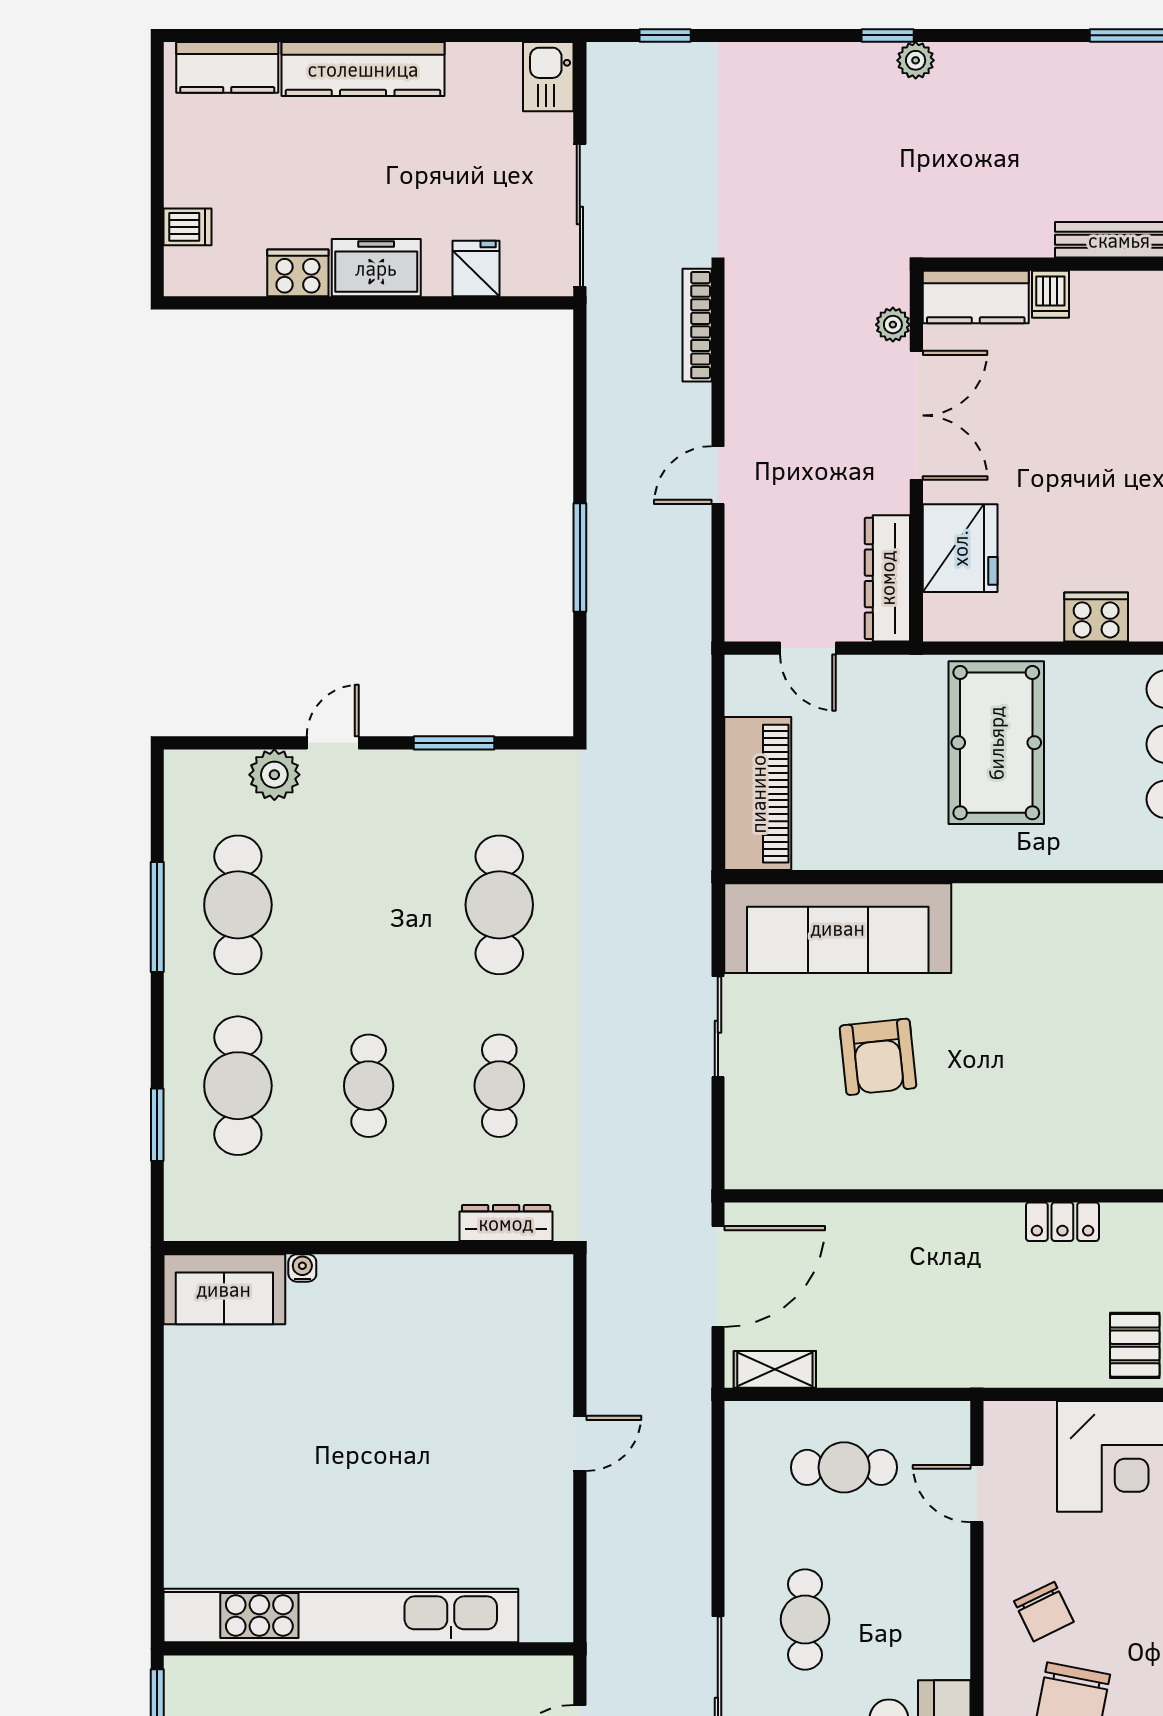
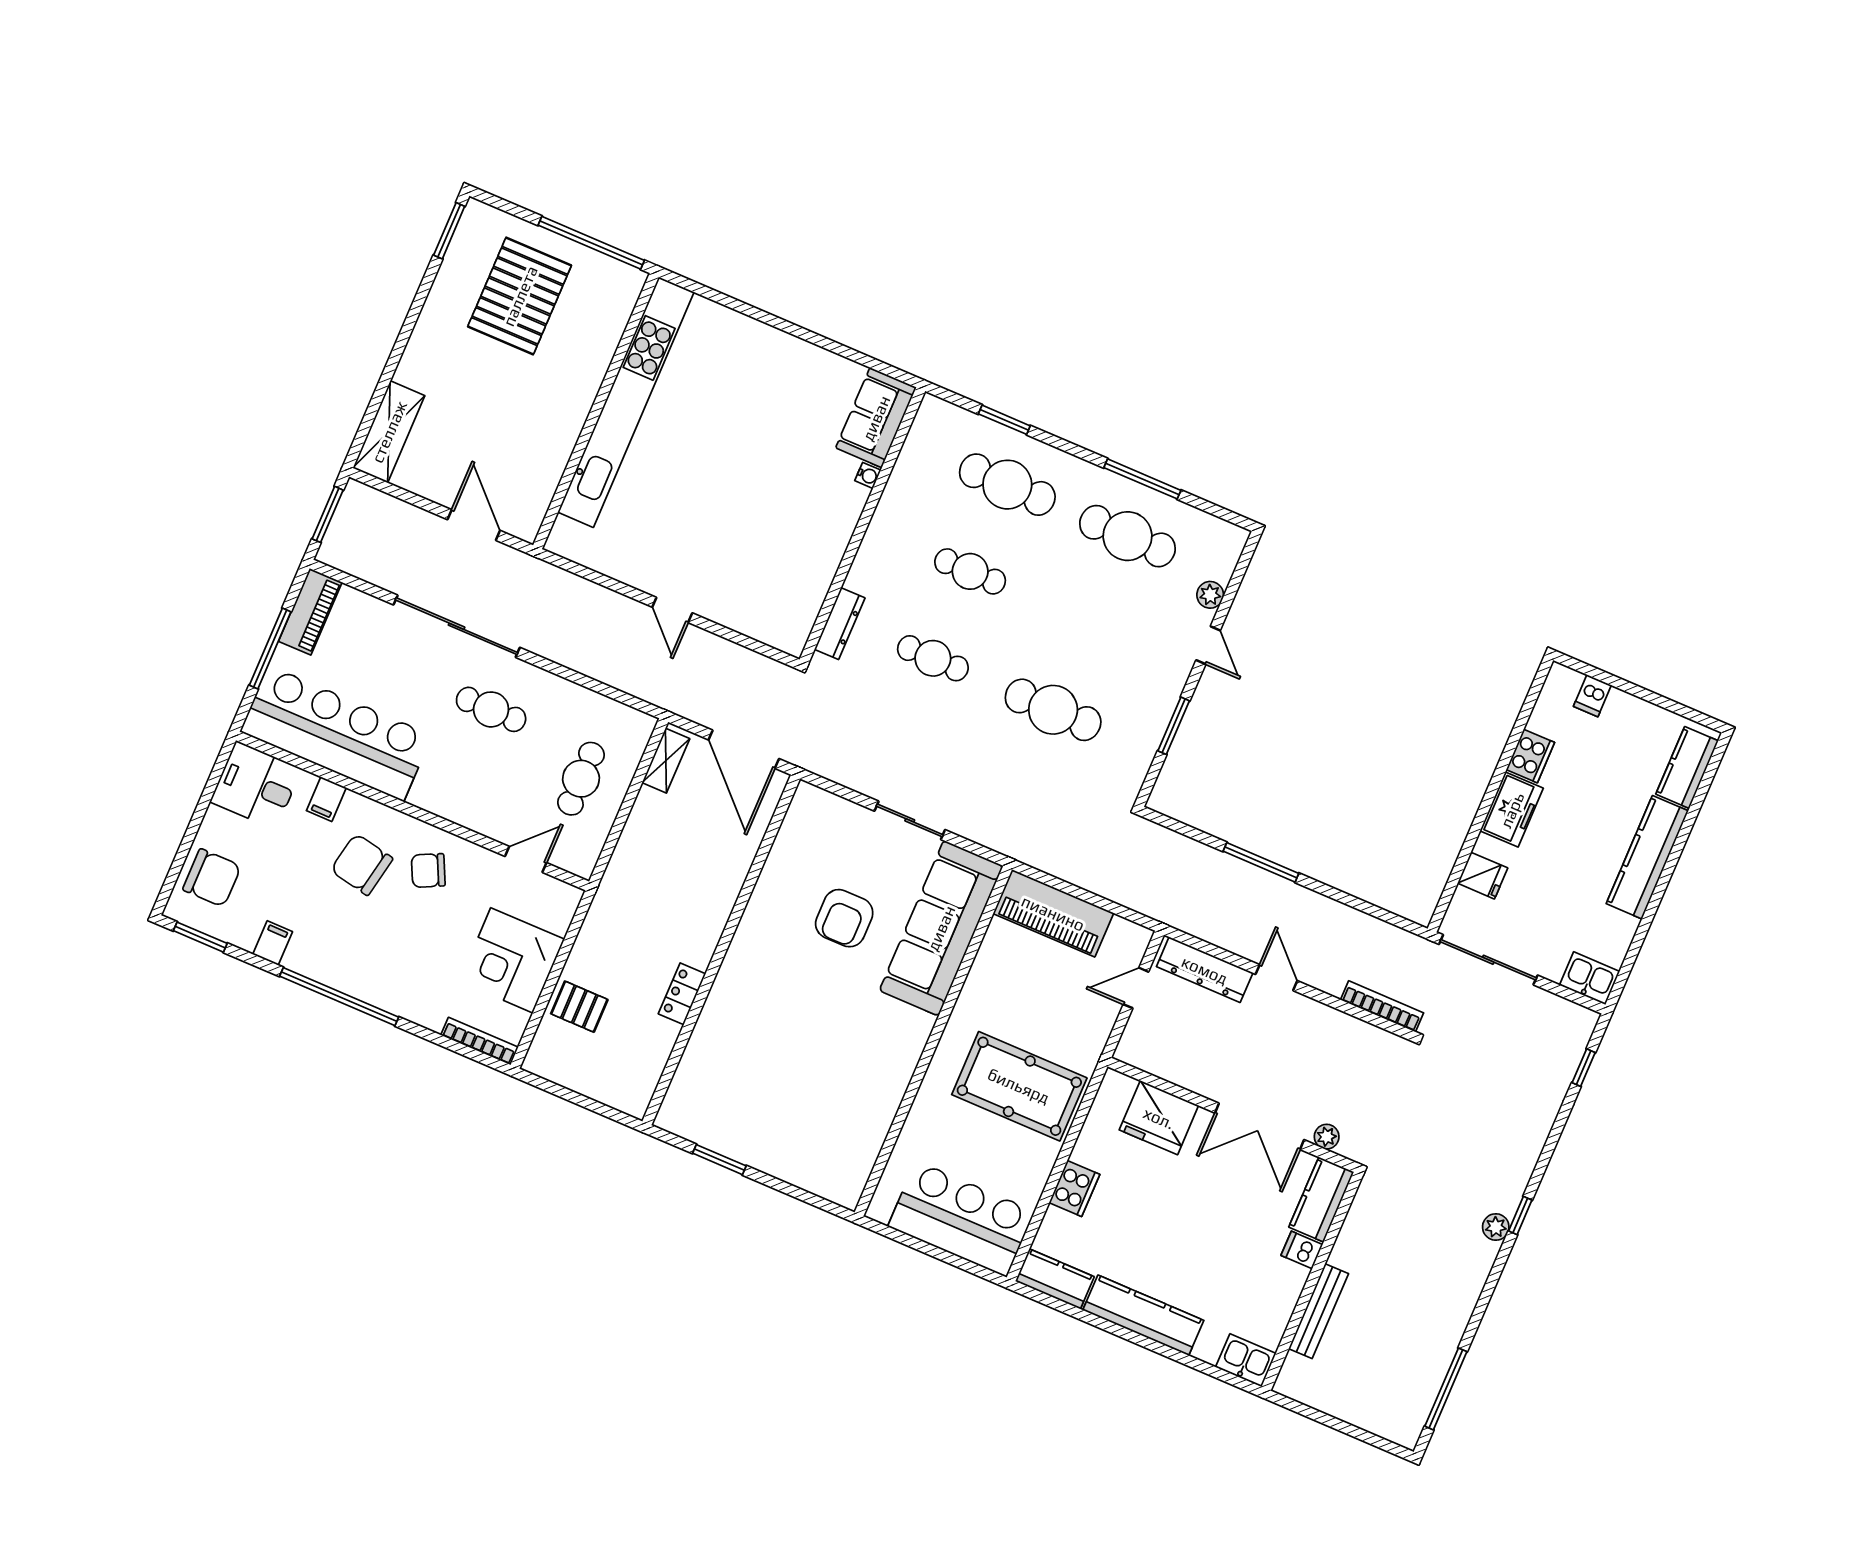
dresser: (887, 578) -> (1205, 970), moved, turned 180
plant: (274, 775) -> (1210, 595), width x0.73, depth x0.73
armchair: (878, 1057) -> (844, 918), turned -84

